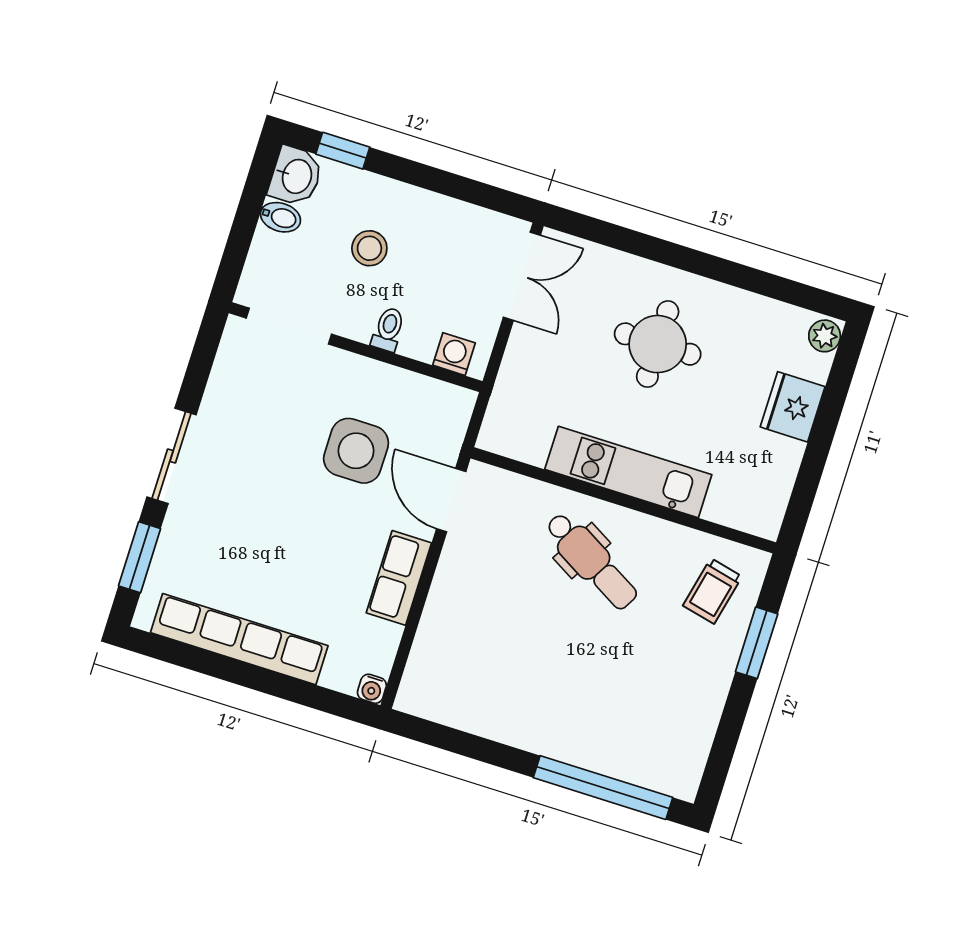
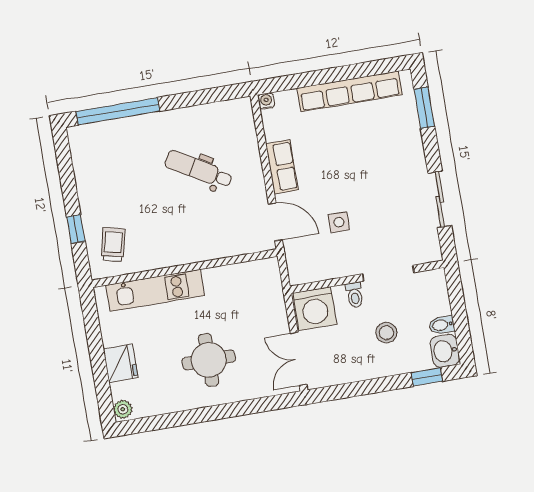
doorway: (289, 326) -> (388, 273), moved
washing machine: (454, 354) -> (315, 309), width x1.89, depth x1.89
side table: (356, 451) -> (339, 222), width x0.54, depth x0.54
sliding door: (172, 456) -> (440, 199), moved
kitchen unit: (628, 472) -> (155, 290), moved
dental chair: (591, 561) -> (199, 169), moved
window: (757, 643) -> (76, 229), width x0.67

